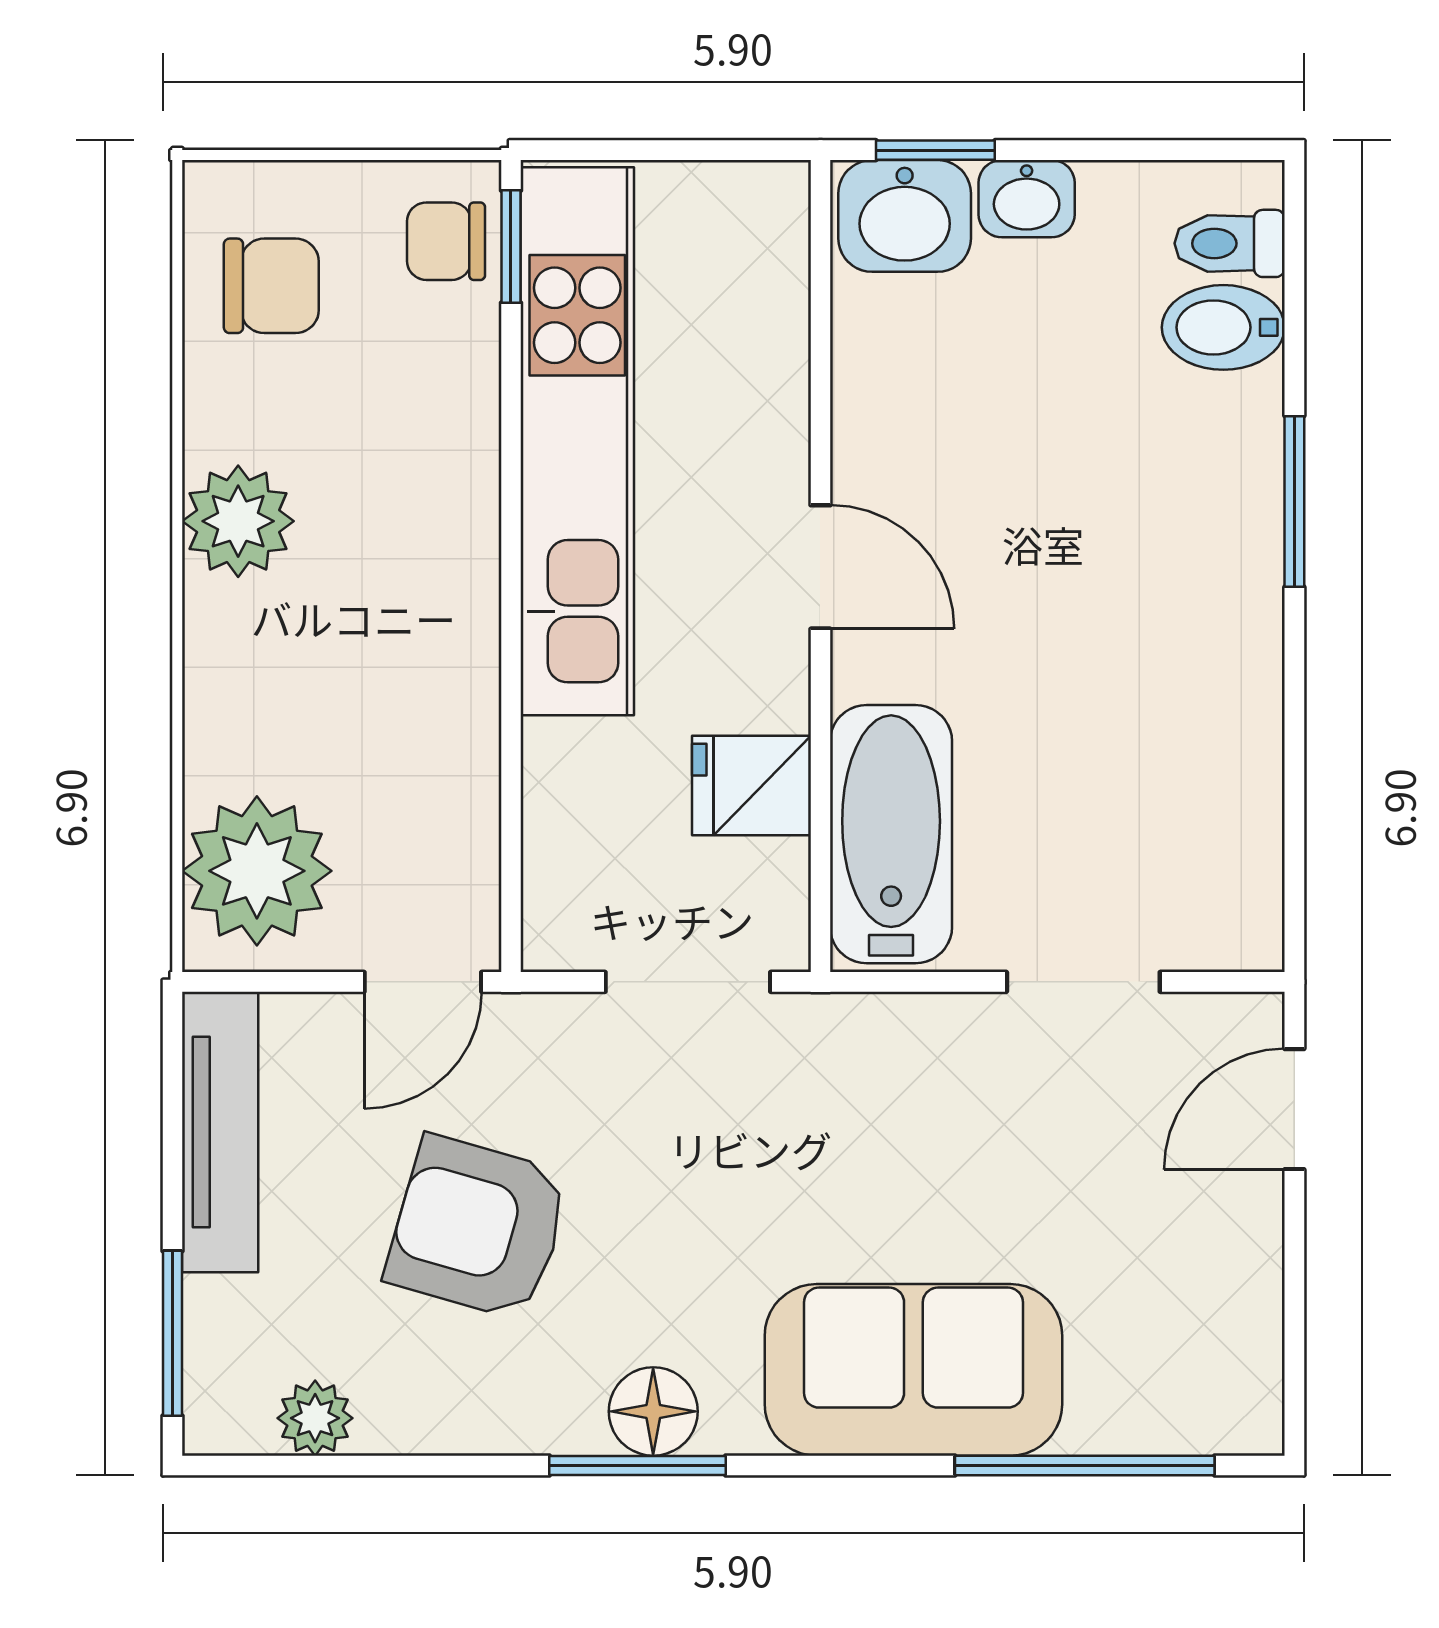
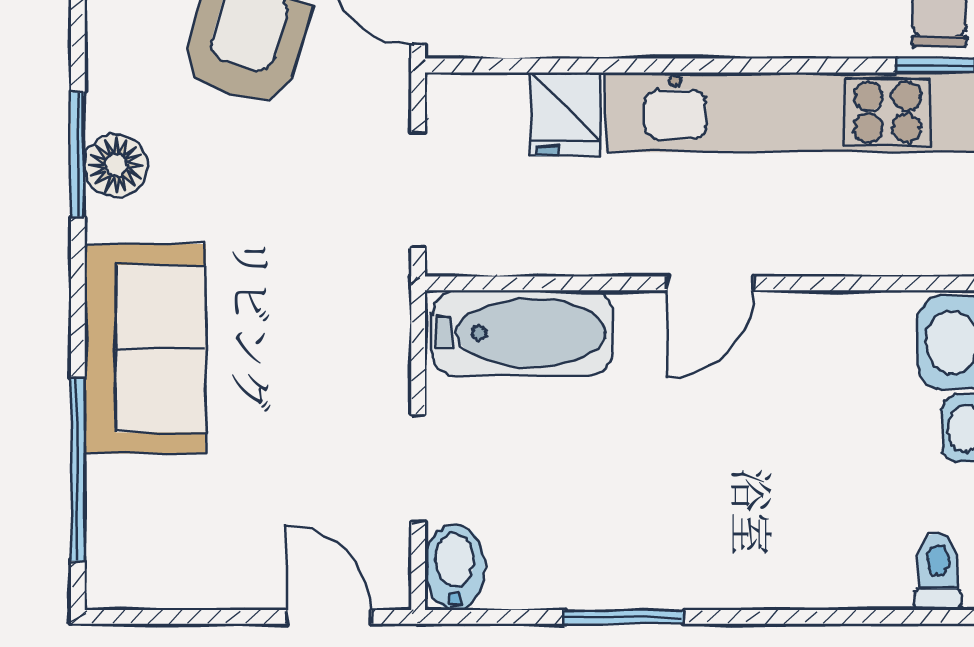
bidet: (1223, 327) -> (455, 567), moved
window: (1294, 501) -> (624, 617), moved
fridge: (751, 786) -> (565, 114), moved, turned 180

